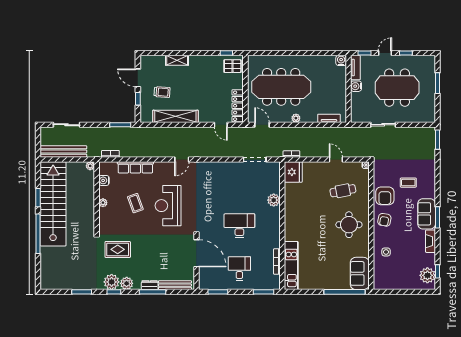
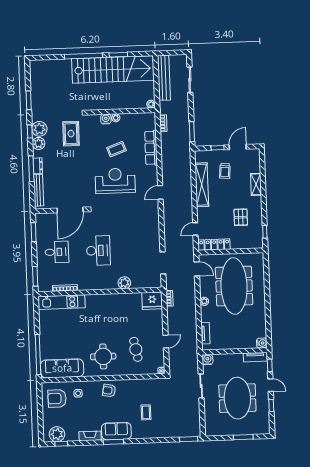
pallet: (233, 66) -> (241, 217), moved
water cooler: (356, 86) -> (207, 360), moved
door: (262, 125) -> (197, 269), hinge flipped
door: (182, 159) -> (160, 192), hinge flipped
water cooler: (104, 180) -> (106, 119), moved
armchair: (385, 196) -> (57, 398), moved
sofa: (360, 273) -> (62, 368), width x1.36

